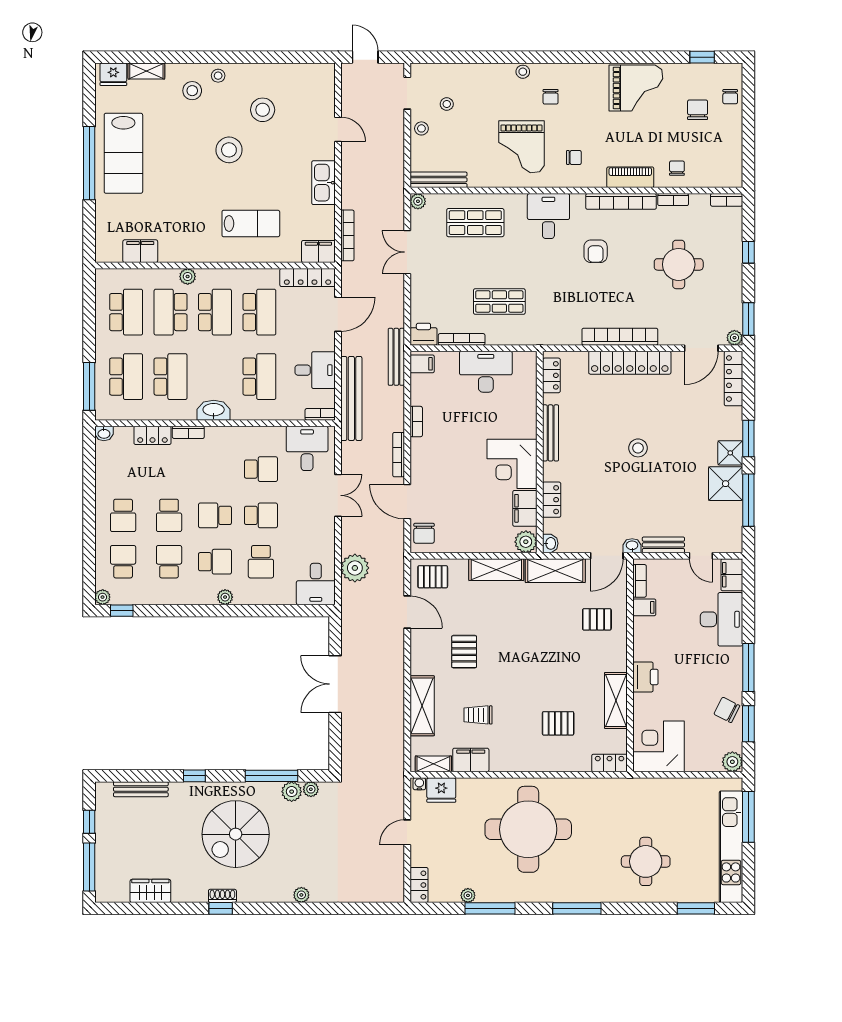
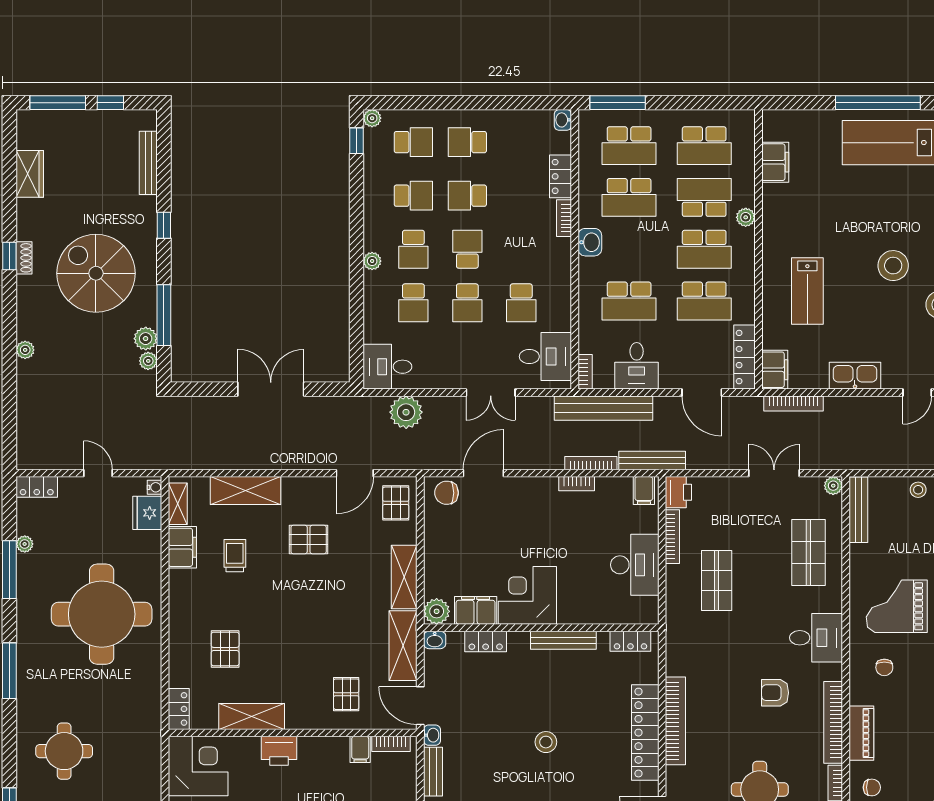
washbasin: (214, 410) -> (590, 242), width x0.72
bookcase: (399, 455) -> (591, 463), moved
school desk: (261, 562) -> (413, 303), turned -90

